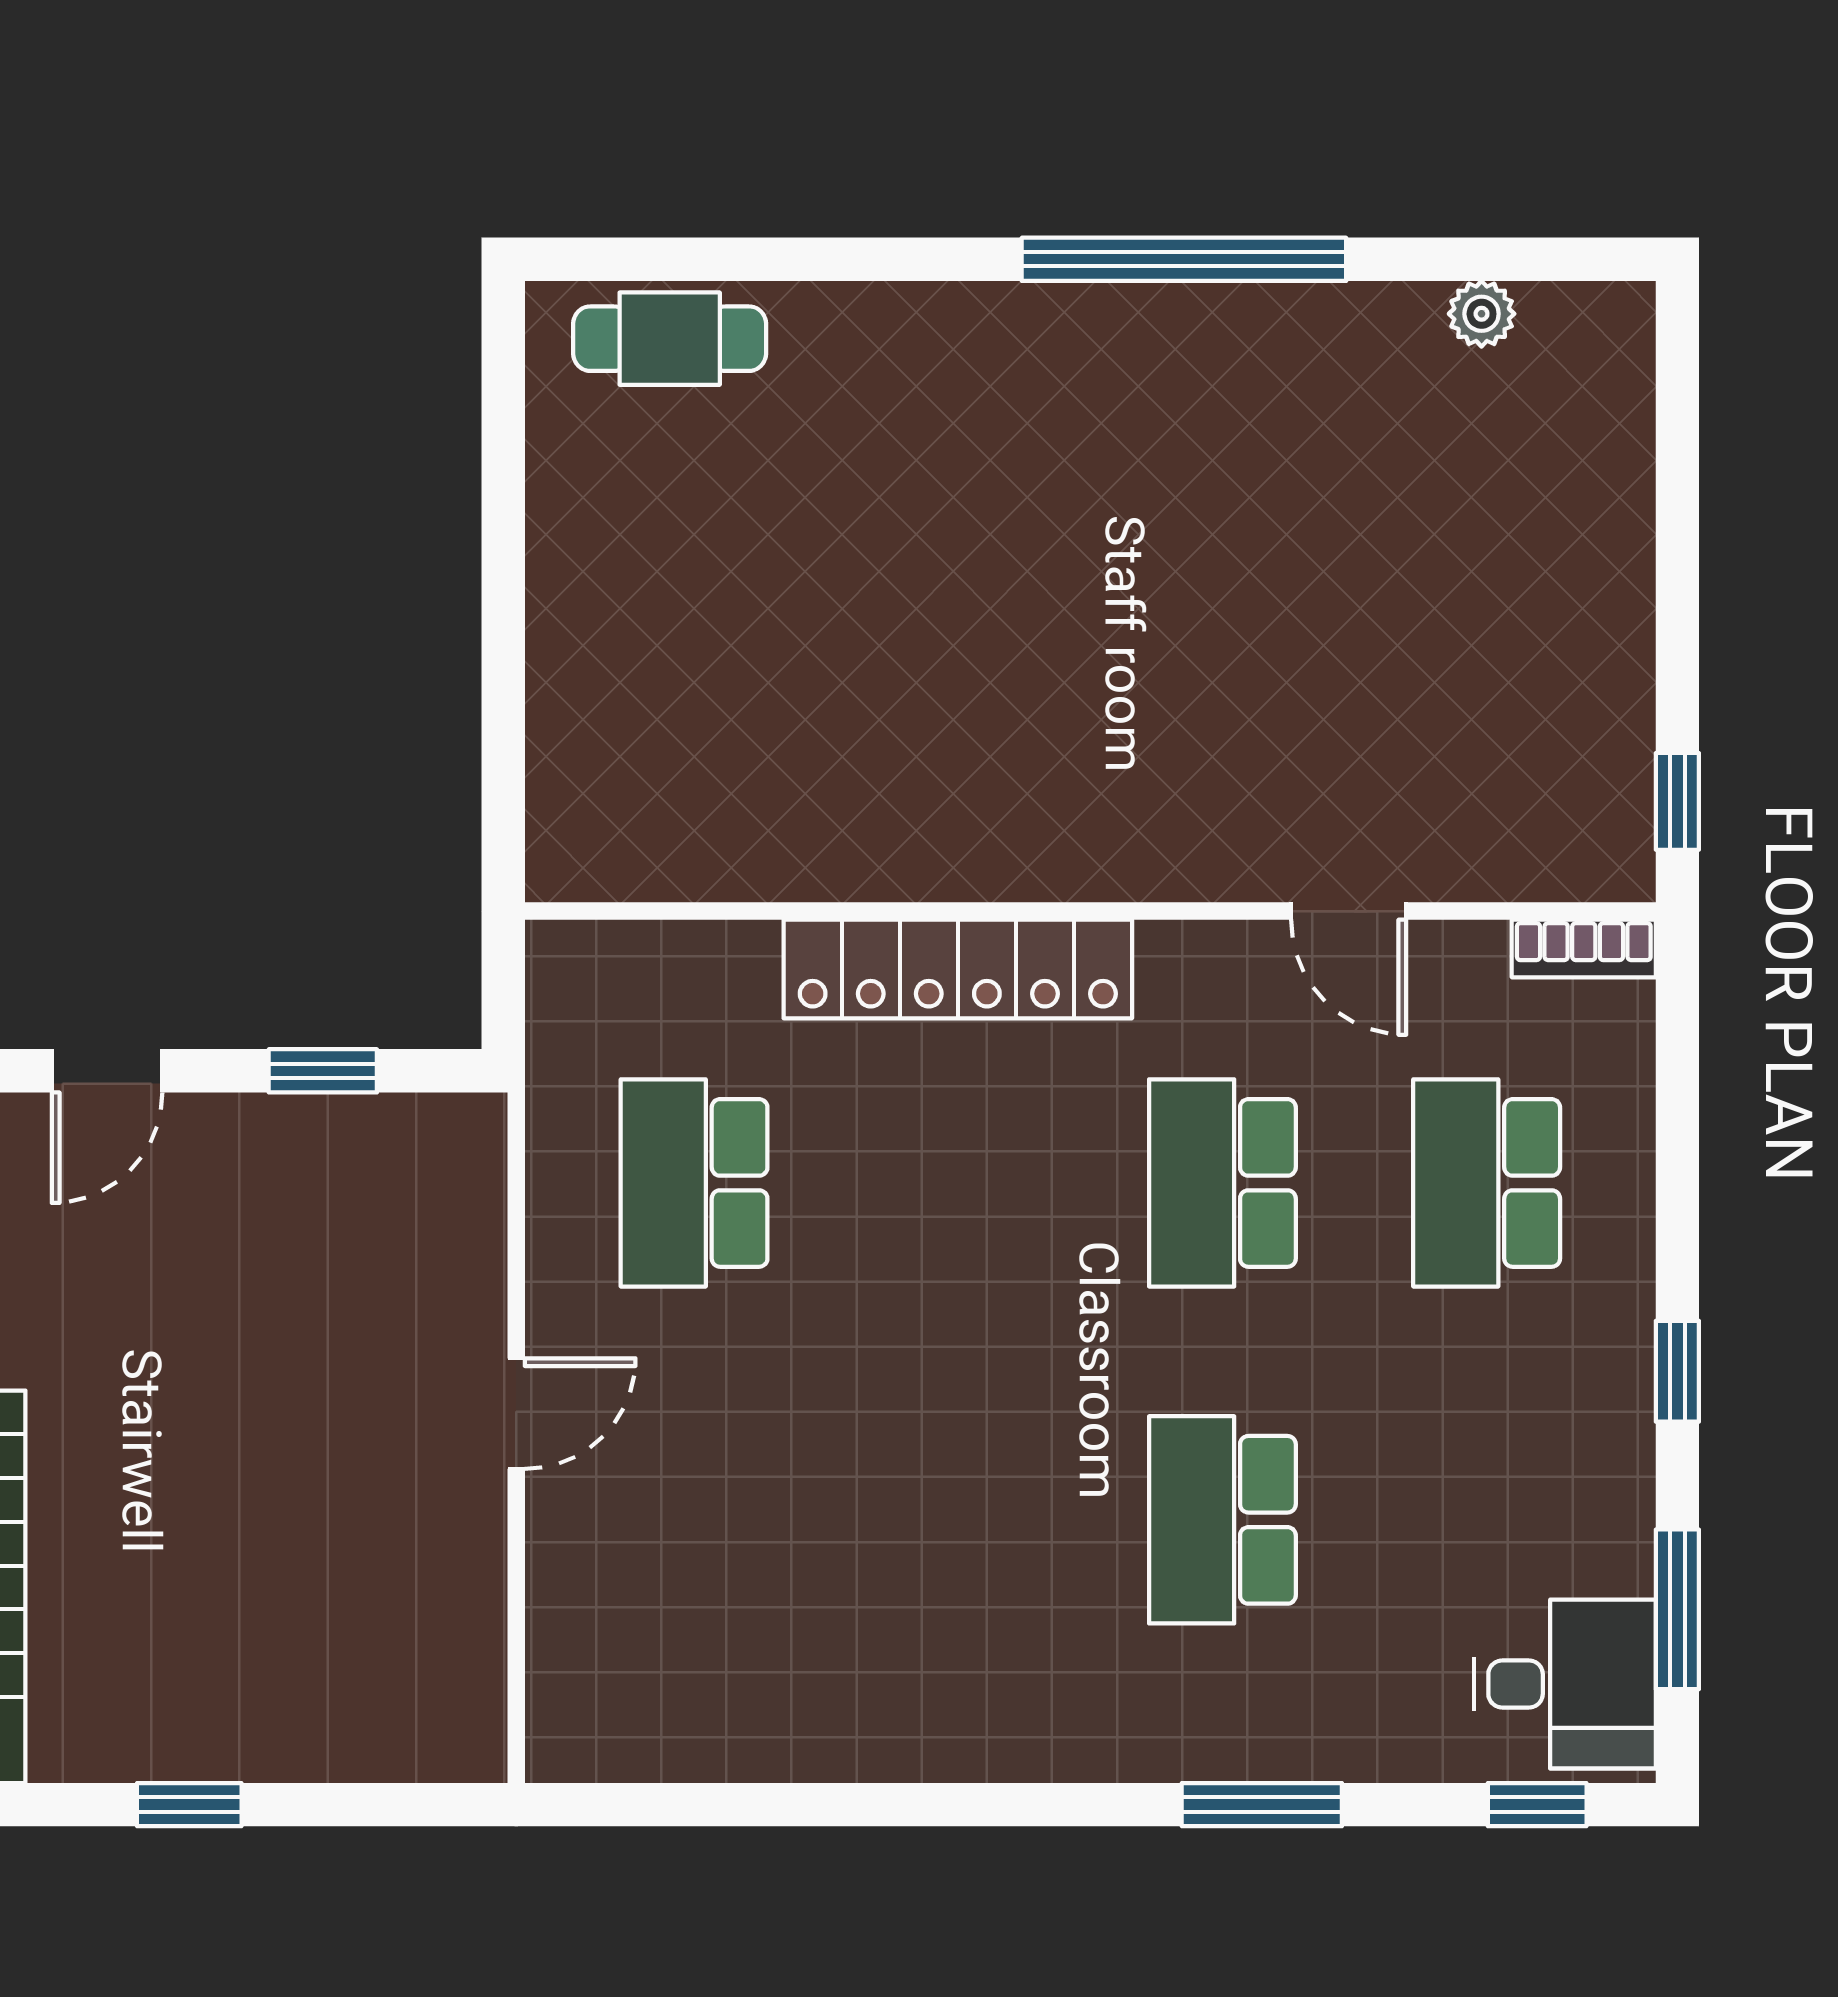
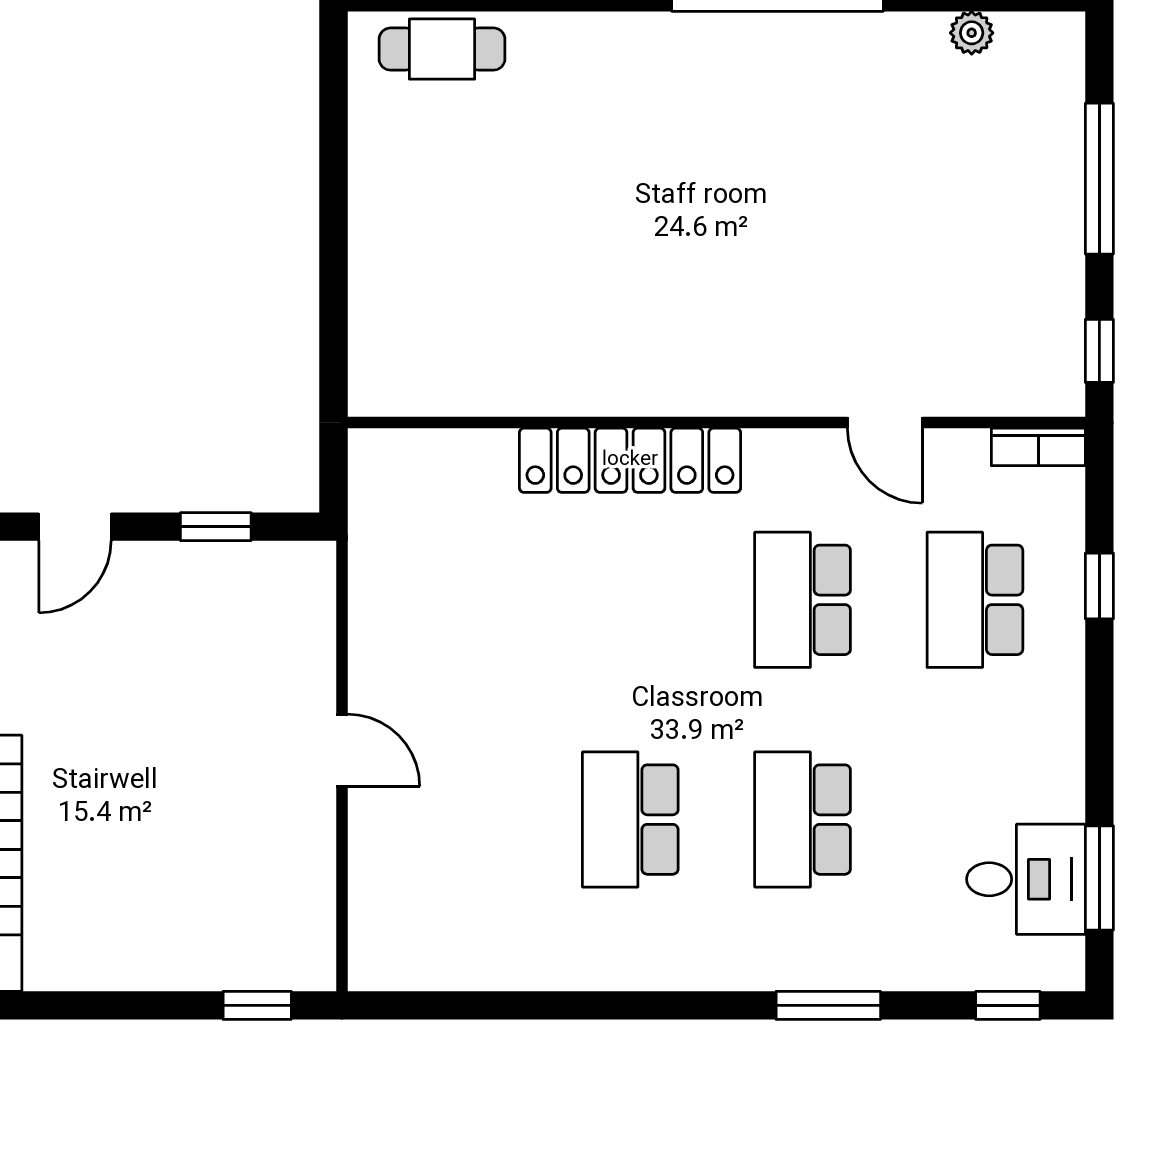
window: (1677, 537) -> (1099, 179), added
school desk: (694, 1183) -> (630, 820), moved
window: (1677, 1371) -> (1099, 586), moved
door: (516, 1414) -> (342, 750), hinge flipped
desk: (1565, 1684) -> (1026, 879), moved
window: (189, 1805) -> (257, 1005), moved

